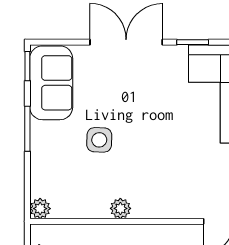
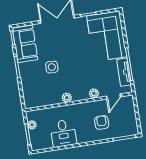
plant: (40, 209) -> (94, 93), moved

